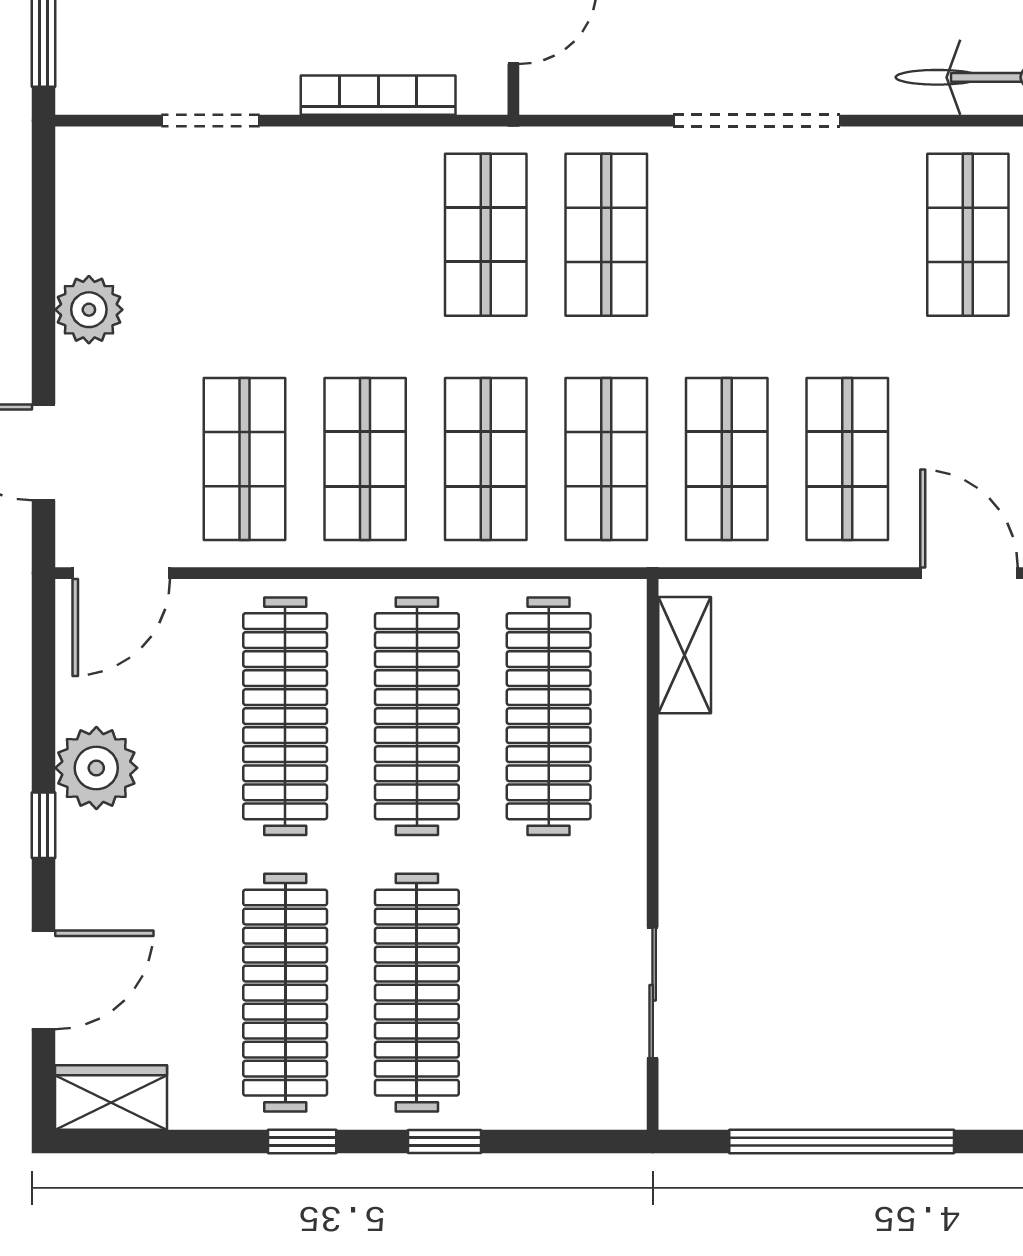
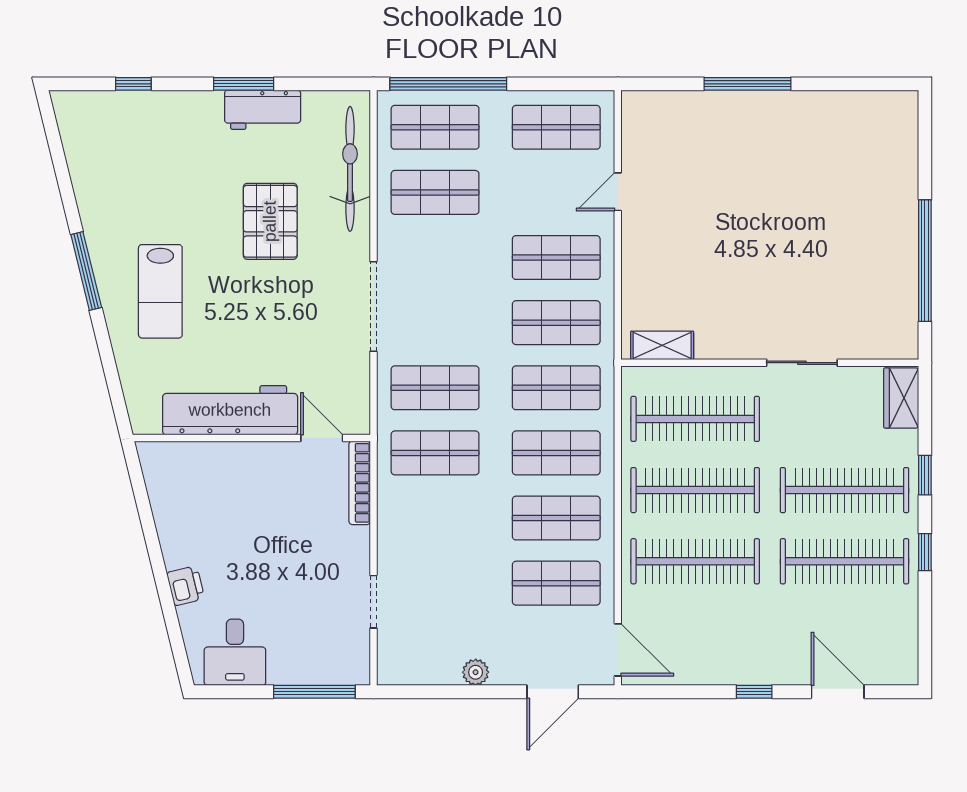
bookcase: (378, 95) -> (360, 483), moved
plant: (89, 310) -> (476, 672), width x0.73, depth x0.73
door: (969, 573) -> (618, 192), width x0.73
plant: (96, 768) -> (723, 663), removed
sliding door: (653, 993) -> (802, 363), moved
wardrobe: (111, 1097) -> (901, 398), moved

